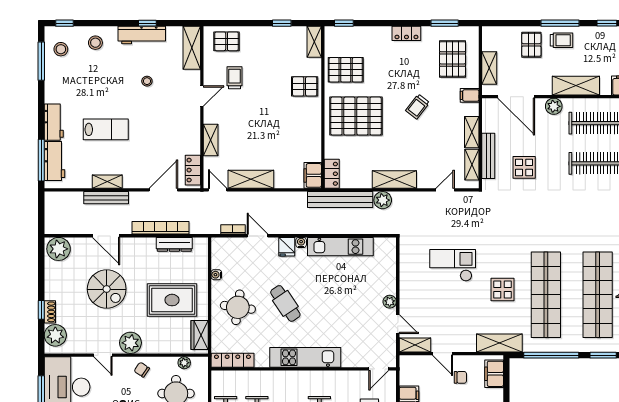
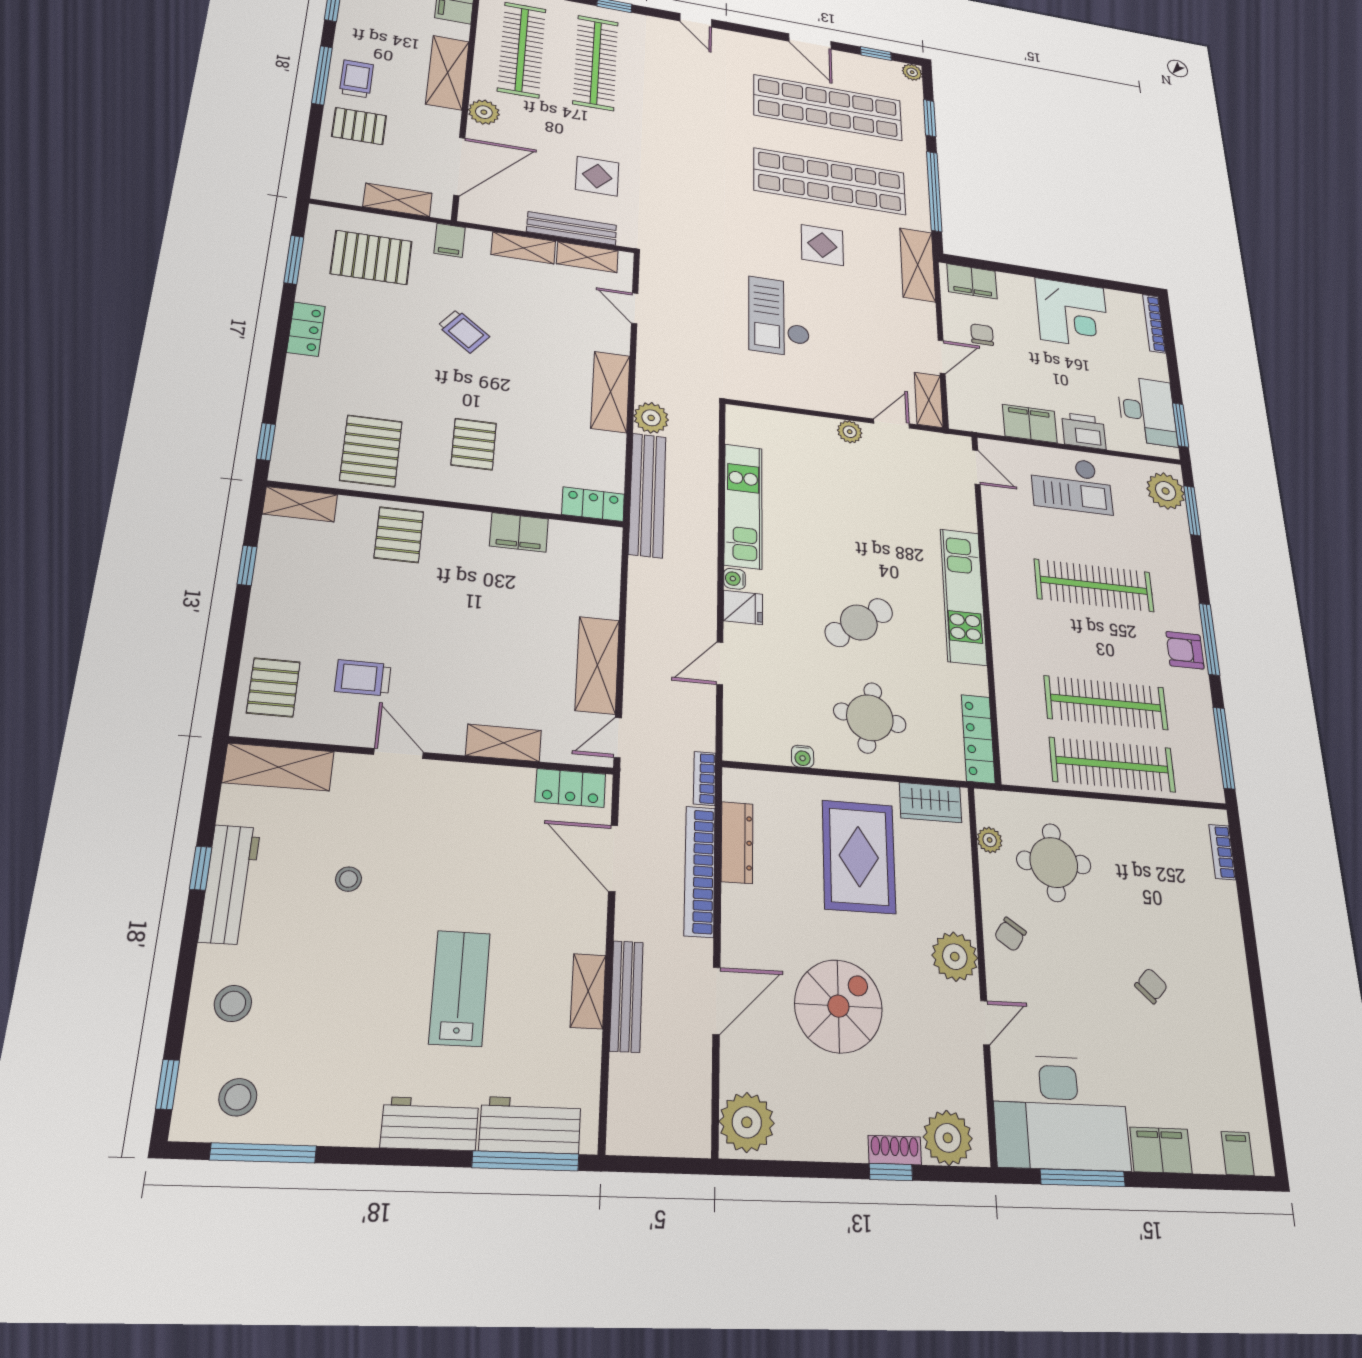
pallet: (356, 116) -> (474, 444), width x0.49, depth x0.50
filing cabinet: (313, 175) -> (519, 532), moved
bookcase: (233, 229) -> (705, 778), moved

